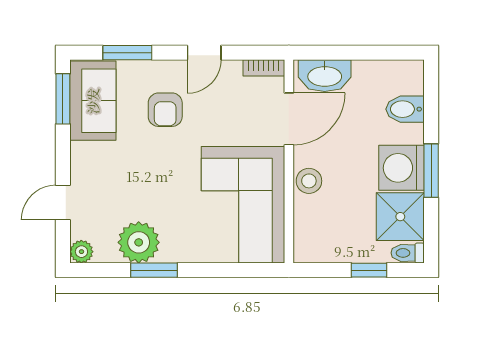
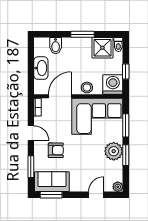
washbasin: (325, 76) -> (41, 68), moved
door: (289, 119) -> (60, 96), hinge flipped
washing machine: (402, 168) -> (113, 85), moved, turned 180
door: (63, 203) -> (96, 195), swing flipped
plant: (139, 242) -> (114, 151), moved
window: (222, 270) -> (126, 125), added
window: (369, 270) -> (126, 71), moved

